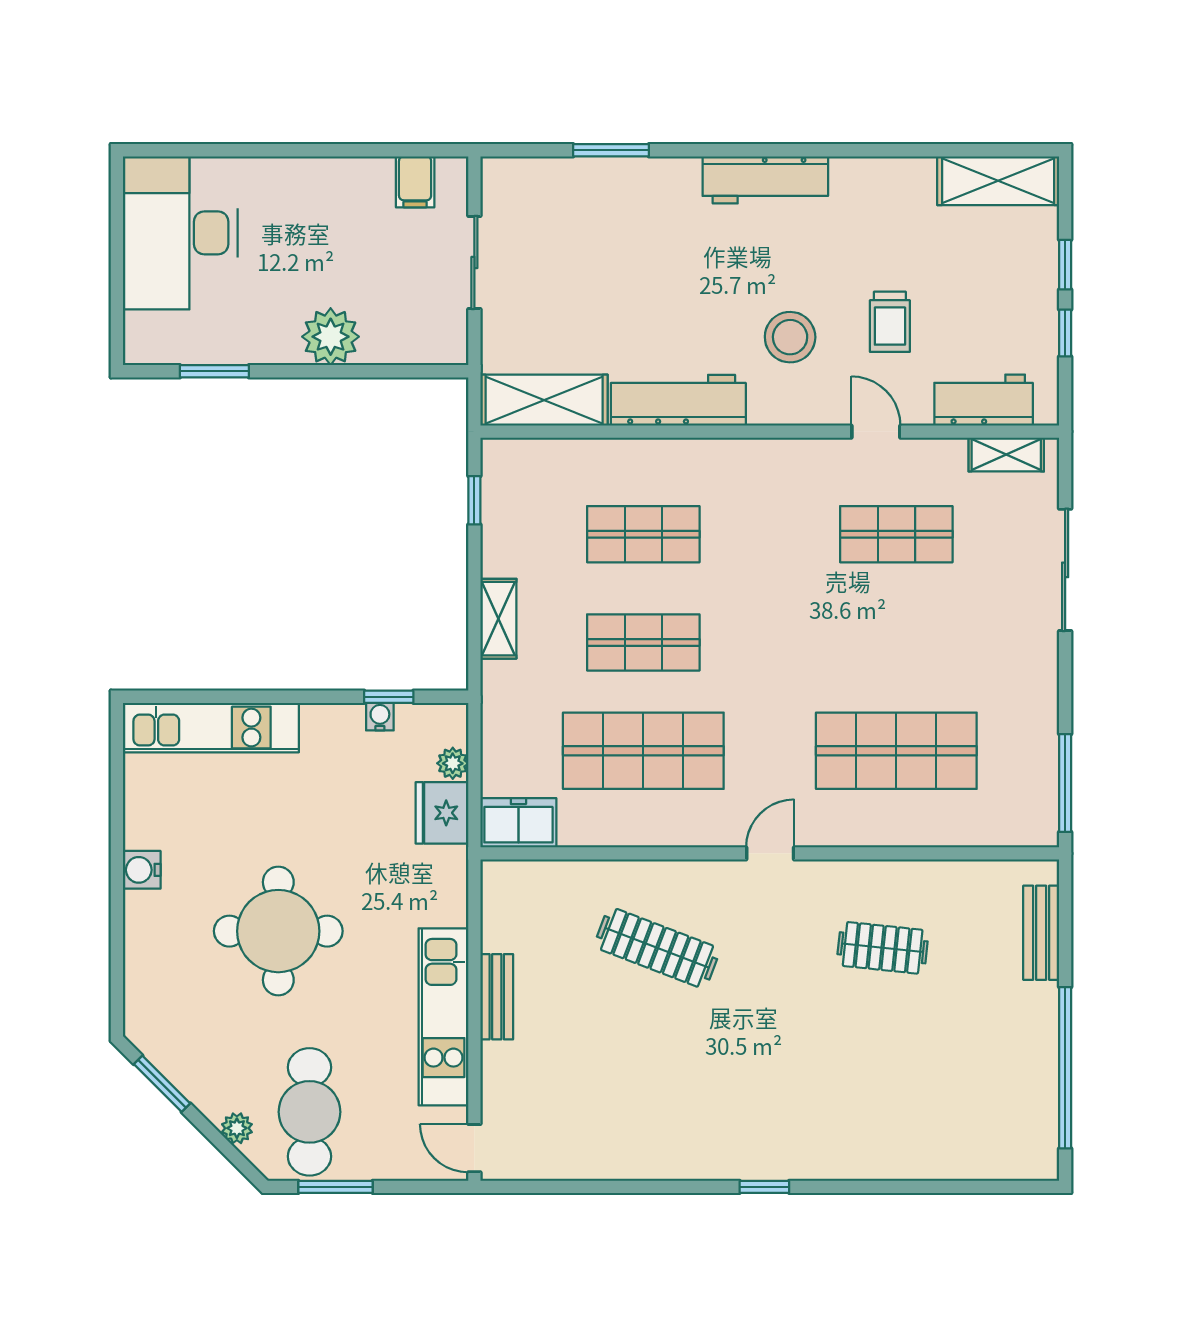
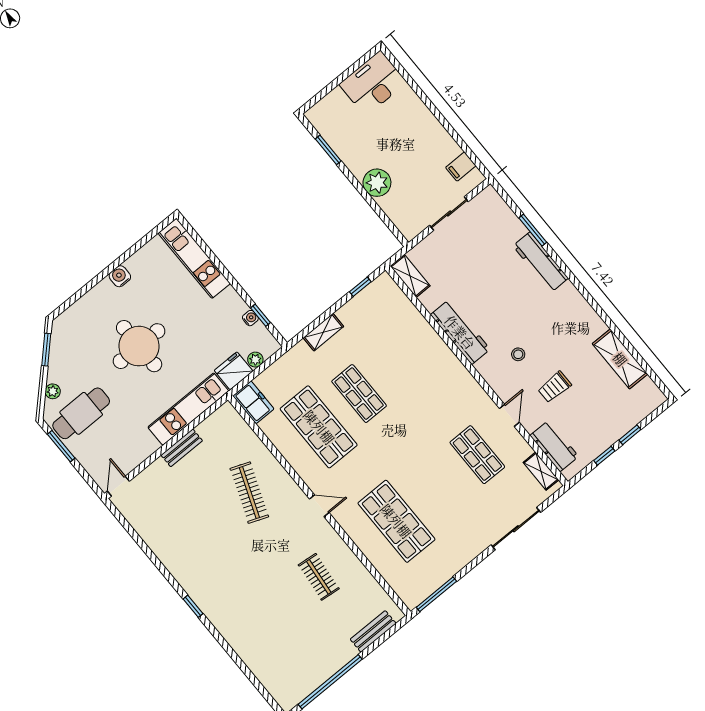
workbench: (765, 180) -> (541, 262), moved
shelving: (998, 181) -> (620, 359), moved
desk: (180, 233) -> (373, 83), width x0.73, depth x0.77
stool: (790, 337) -> (518, 354), width x0.53, depth x0.53
shelving: (544, 400) -> (410, 276), width x0.67, depth x0.75
shop shelf: (643, 534) -> (399, 360), removed
kitchen unit: (443, 1017) -> (188, 409), moved

